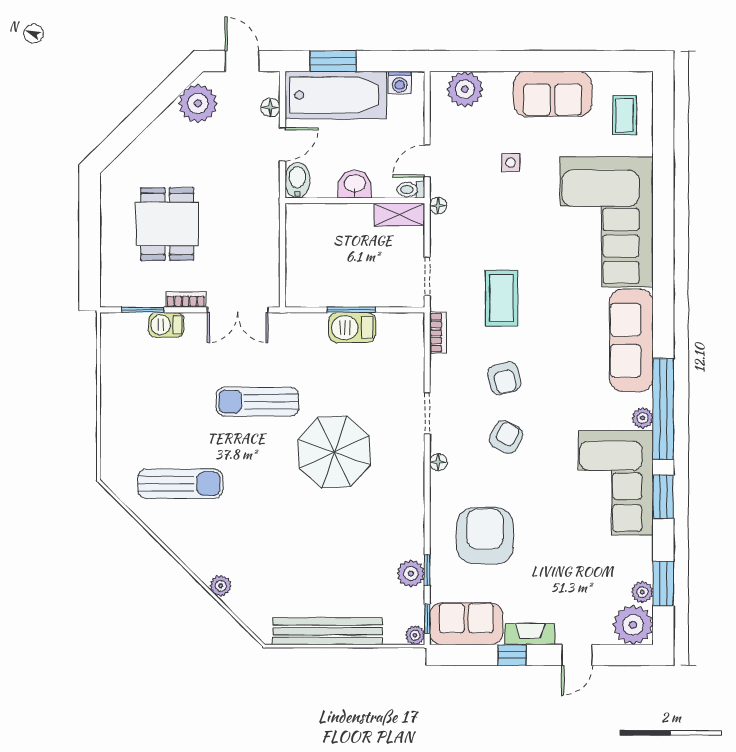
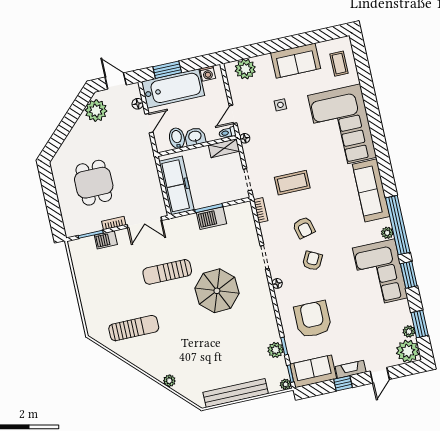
bidet: (297, 180) -> (177, 138), moved
freezer: (305, 260) -> (176, 186), added
coffee table: (501, 298) -> (292, 183), turned 90

